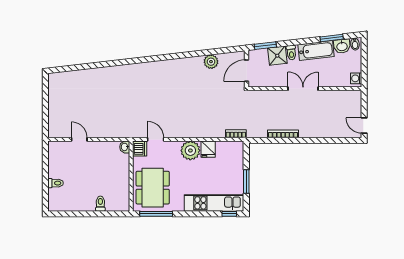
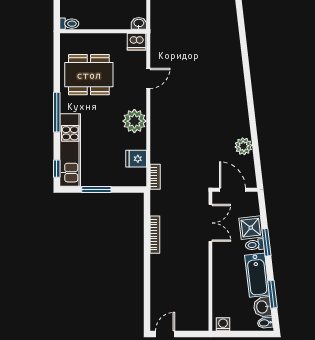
window: (265, 46) -> (266, 242), moved
double door: (303, 89) -> (210, 223), moved
washbasin: (125, 147) -> (139, 23), moved
dishwasher: (140, 149) -> (136, 42), moved
fridge: (208, 149) -> (136, 159), moved
wall: (131, 176) -> (103, 31), moved
toilet: (100, 204) -> (69, 24), moved
window: (156, 214) -> (57, 112), moved

